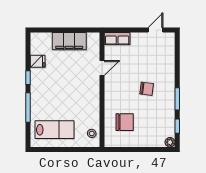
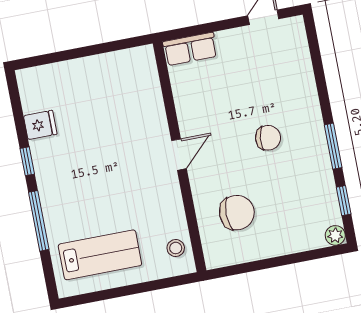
filing cabinet: (69, 41) -> (95, 73), removed
door: (102, 68) -> (179, 155), moved

